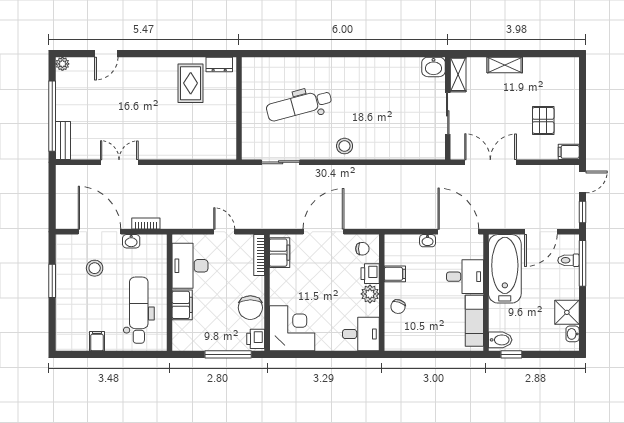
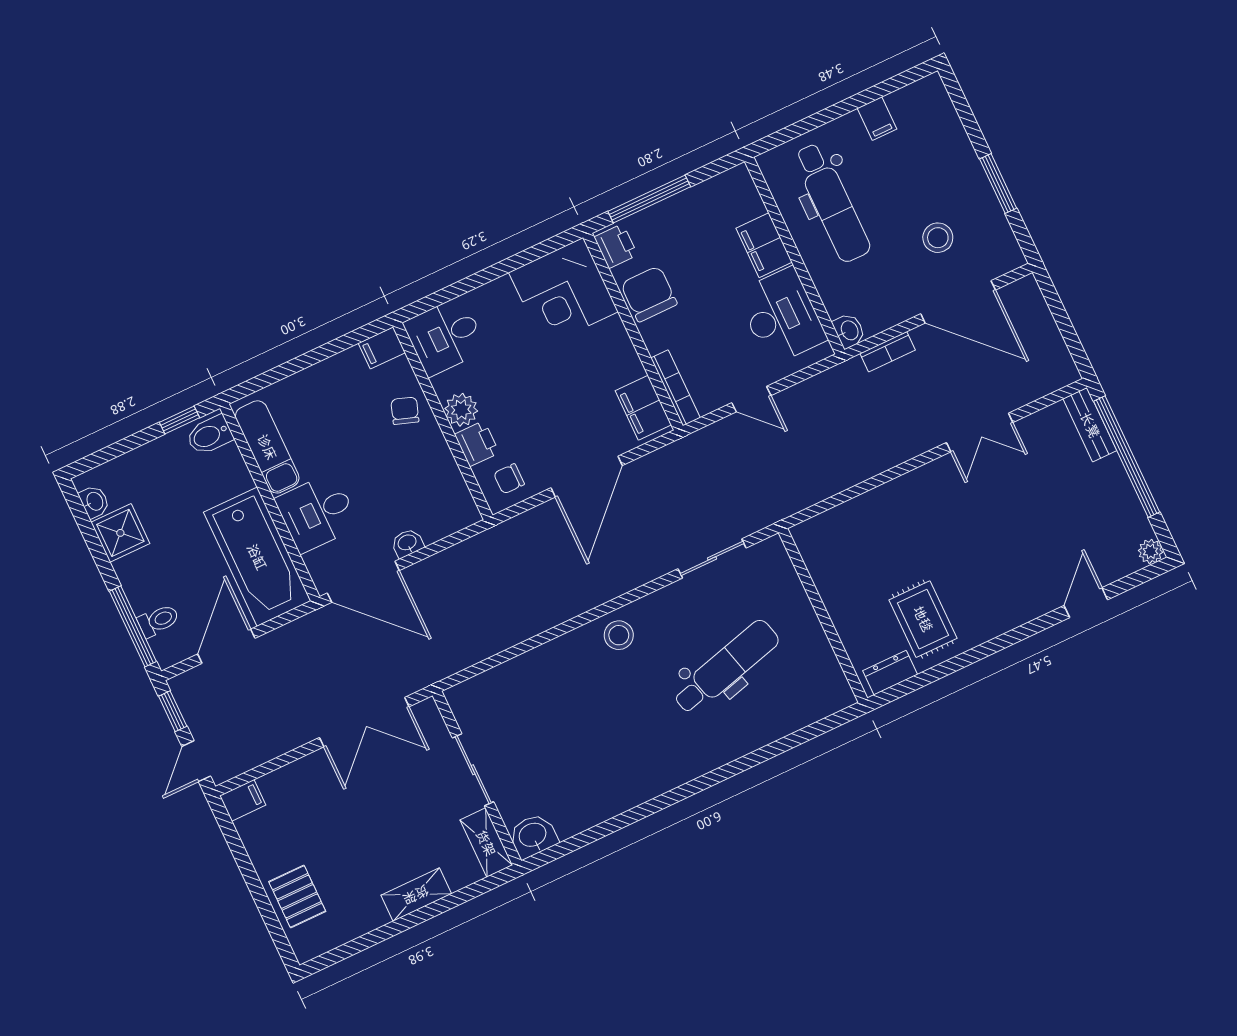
pallet: (543, 120) -> (297, 897), moved
washbasin: (131, 241) -> (849, 331), moved, turned 90
filing cabinet: (395, 274) -> (382, 348), moved

